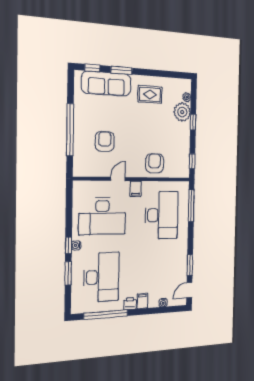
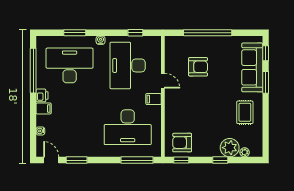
armchair: (155, 163) -> (182, 143), moved, turned 180
window: (69, 245) -> (135, 33), moved
desk: (101, 277) -> (70, 65), turned 180

